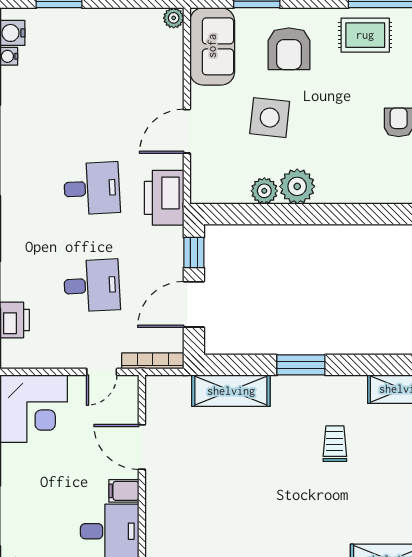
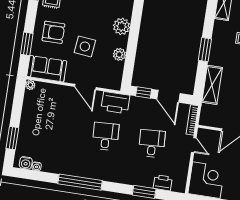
plant: (297, 186) -> (121, 26), moved

